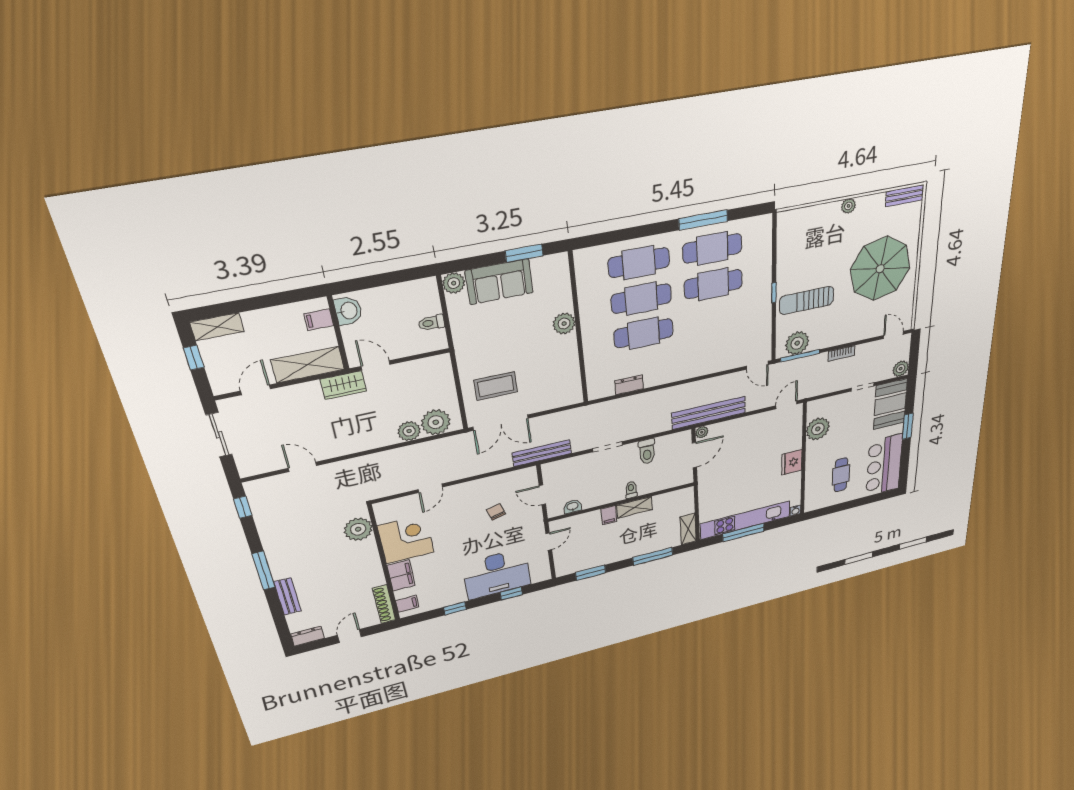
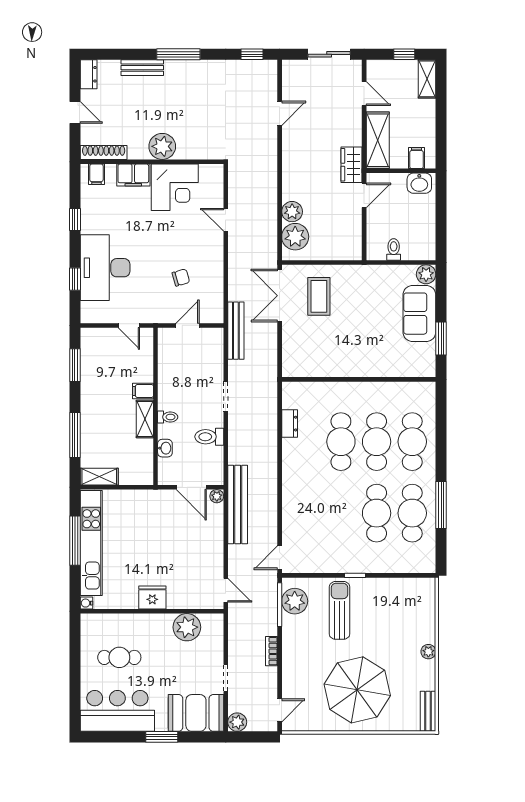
plant: (564, 324) -> (367, 367), removed
washbasin: (573, 507) -> (165, 448), moved
plant: (358, 529) -> (162, 146), moved

